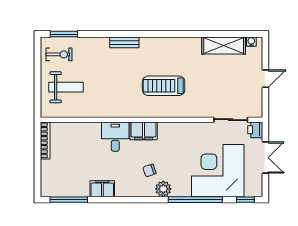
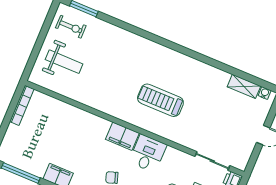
bench: (124, 42) -> (140, 42), removed
shelving: (224, 46) -> (244, 86), width x0.67, depth x0.75
desk: (115, 137) -> (148, 153), moved

